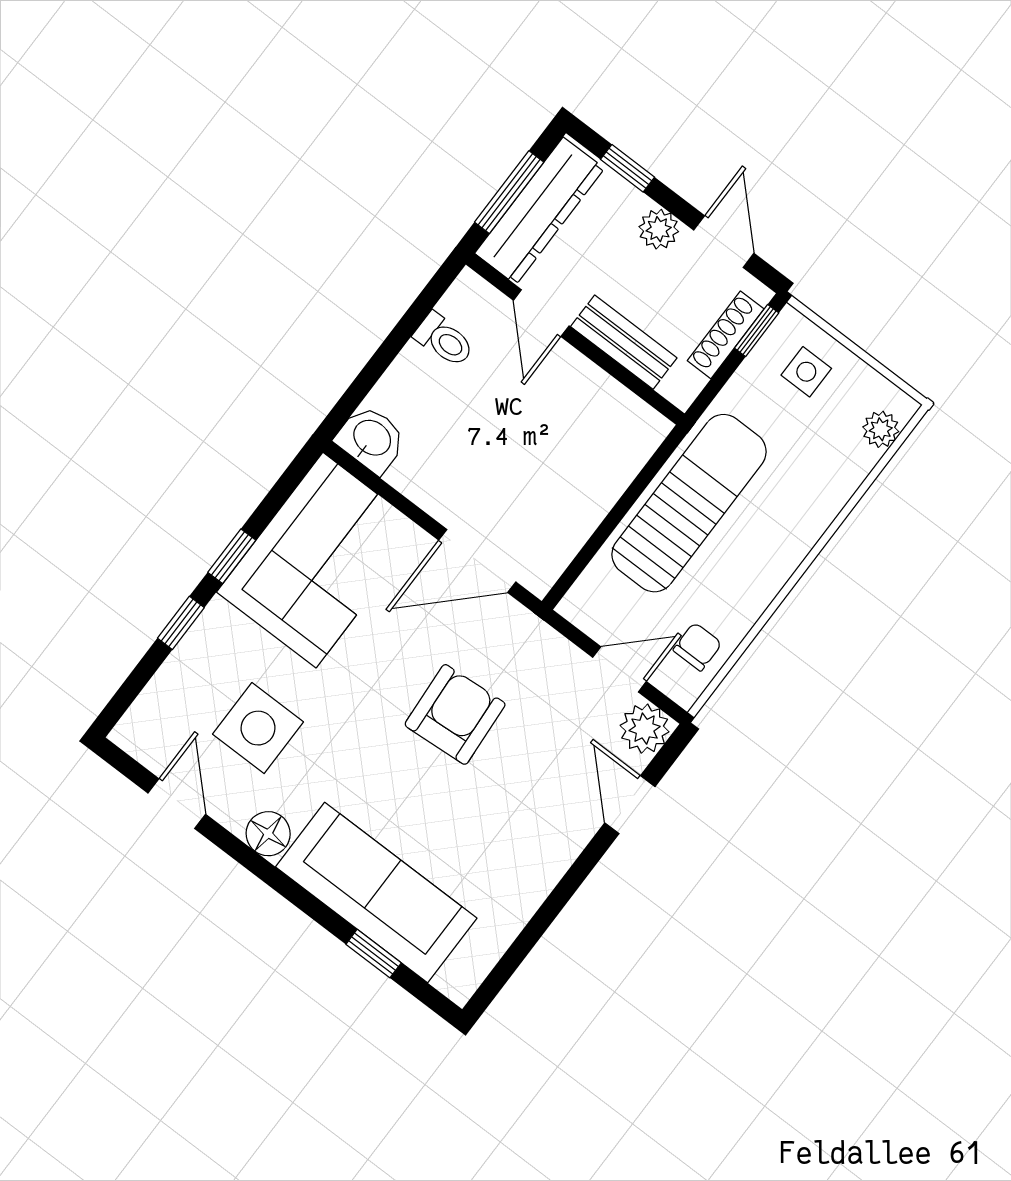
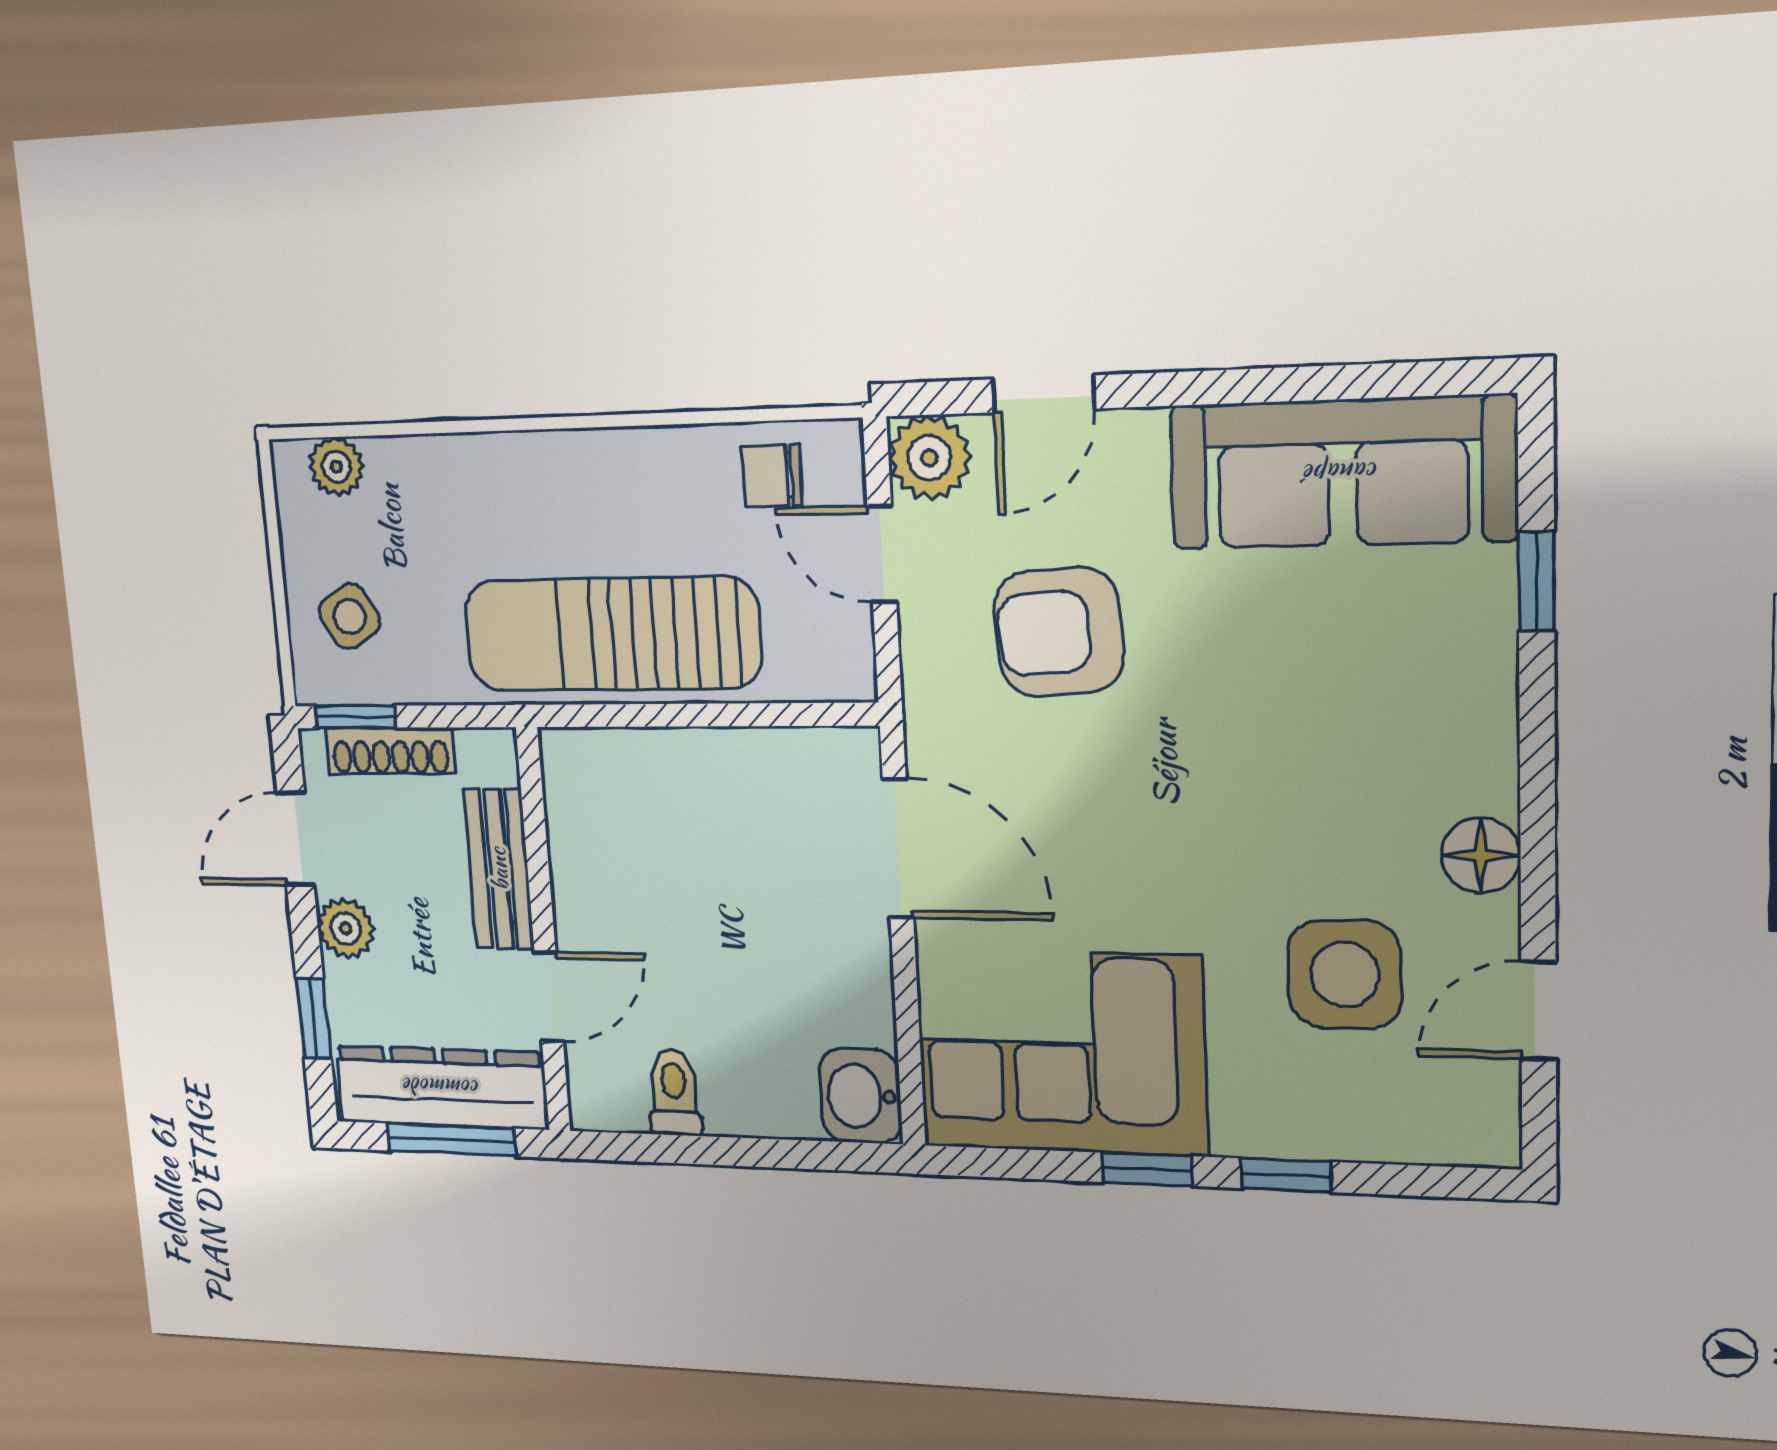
side table: (806, 372) -> (349, 616), turned -31
armchair: (455, 714) -> (1059, 632), moved
sofa: (376, 892) -> (1342, 473), moved, turned -90

